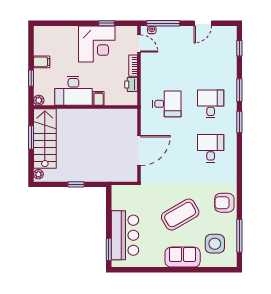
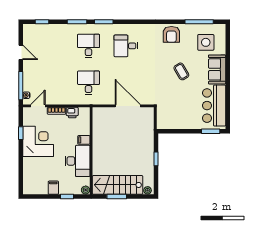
desk: (211, 104) -> (88, 46), turned 90
coffee table: (180, 215) -> (181, 71), width x0.54, depth x0.58
bar counter: (125, 235) -> (214, 106), moved, turned -90

